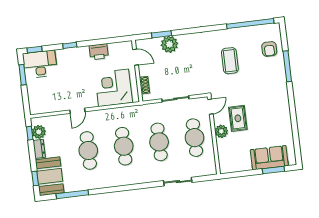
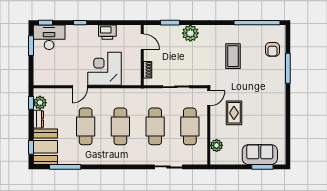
plant: (169, 44) -> (190, 33), moved
corner desk: (114, 88) -> (105, 69), moved
plant: (221, 131) -> (217, 145), moved

